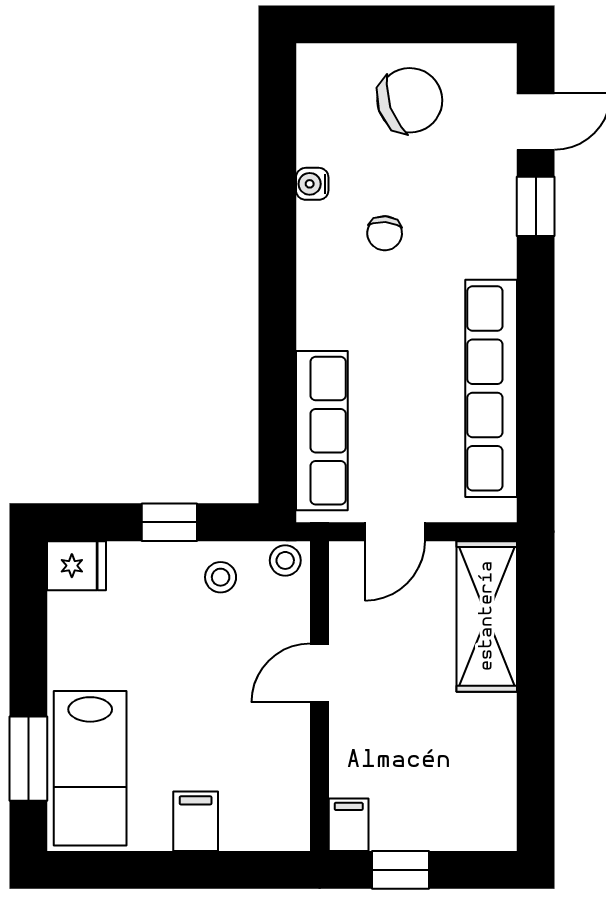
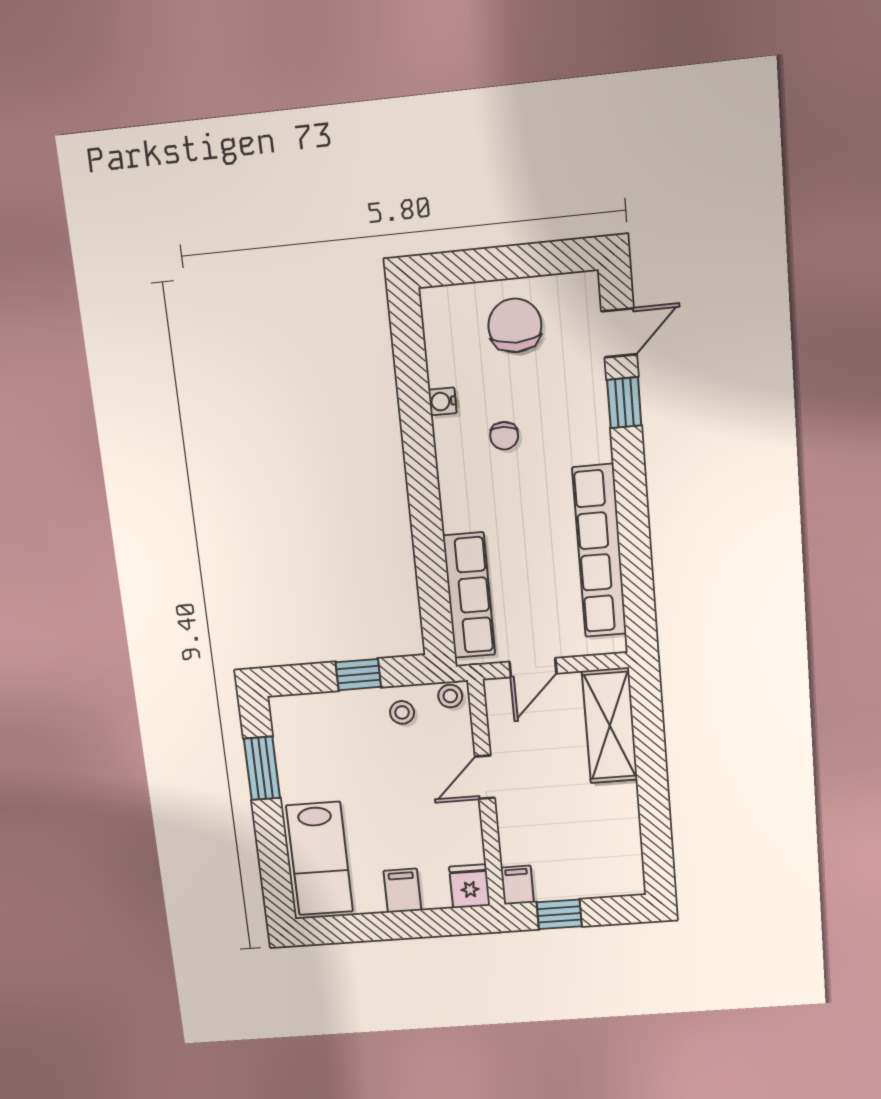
chair: (410, 100) -> (515, 325), turned -71
fridge: (77, 566) -> (470, 886), moved, turned -90
window: (28, 759) -> (262, 768), moved

